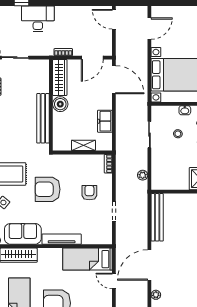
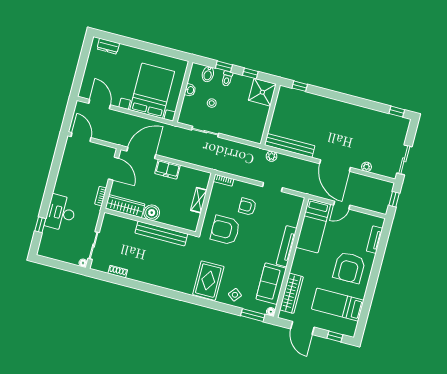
door: (114, 19) -> (81, 137), swing flipped
freezer: (105, 121) -> (167, 169), moved
plant: (143, 175) -> (272, 156), moved
armchair: (48, 189) -> (225, 230), moved, turned 90

